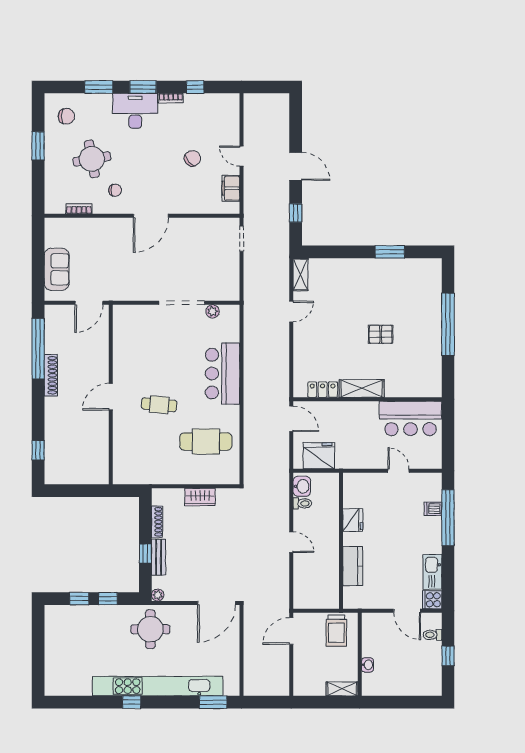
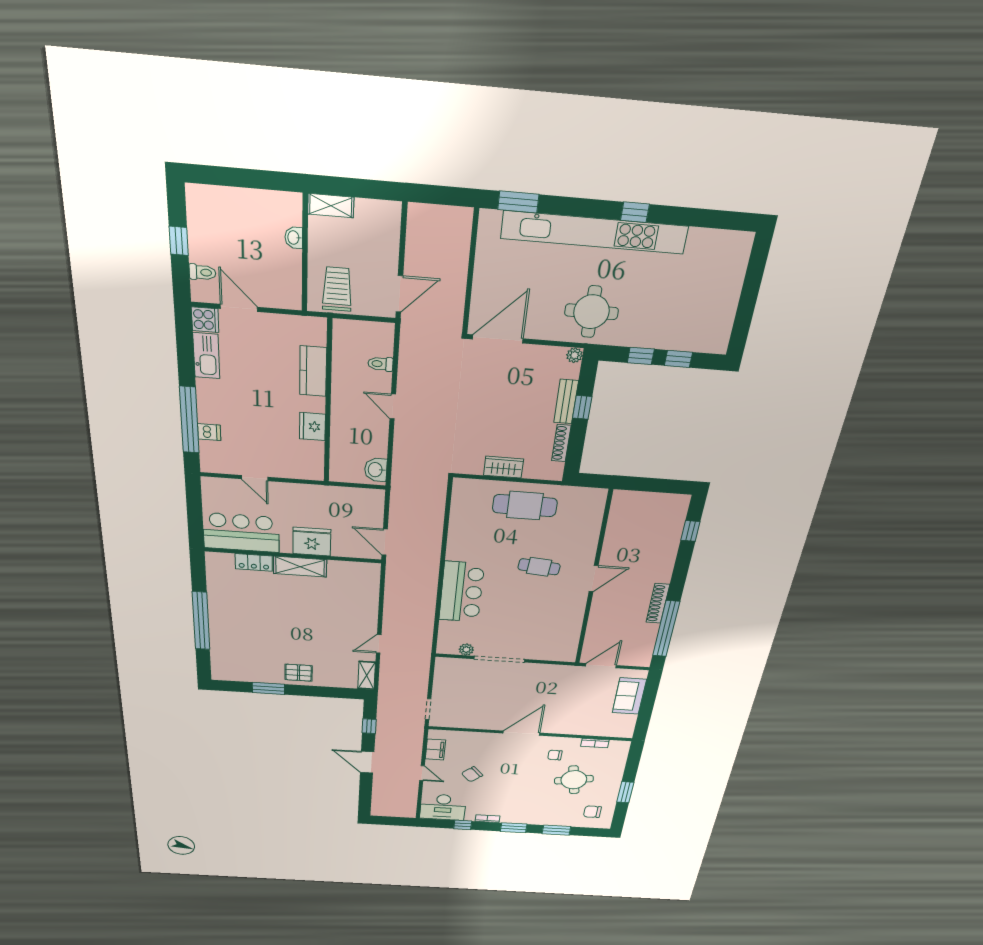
desk: (135, 111) -> (443, 807), moved
pallet: (381, 334) -> (299, 673), moved
locker: (323, 390) -> (254, 562), moved
cafe table: (206, 442) -> (525, 506), moved
fridge: (319, 456) -> (312, 542), moved, turned 180
toilet: (302, 503) -> (380, 364), moved

